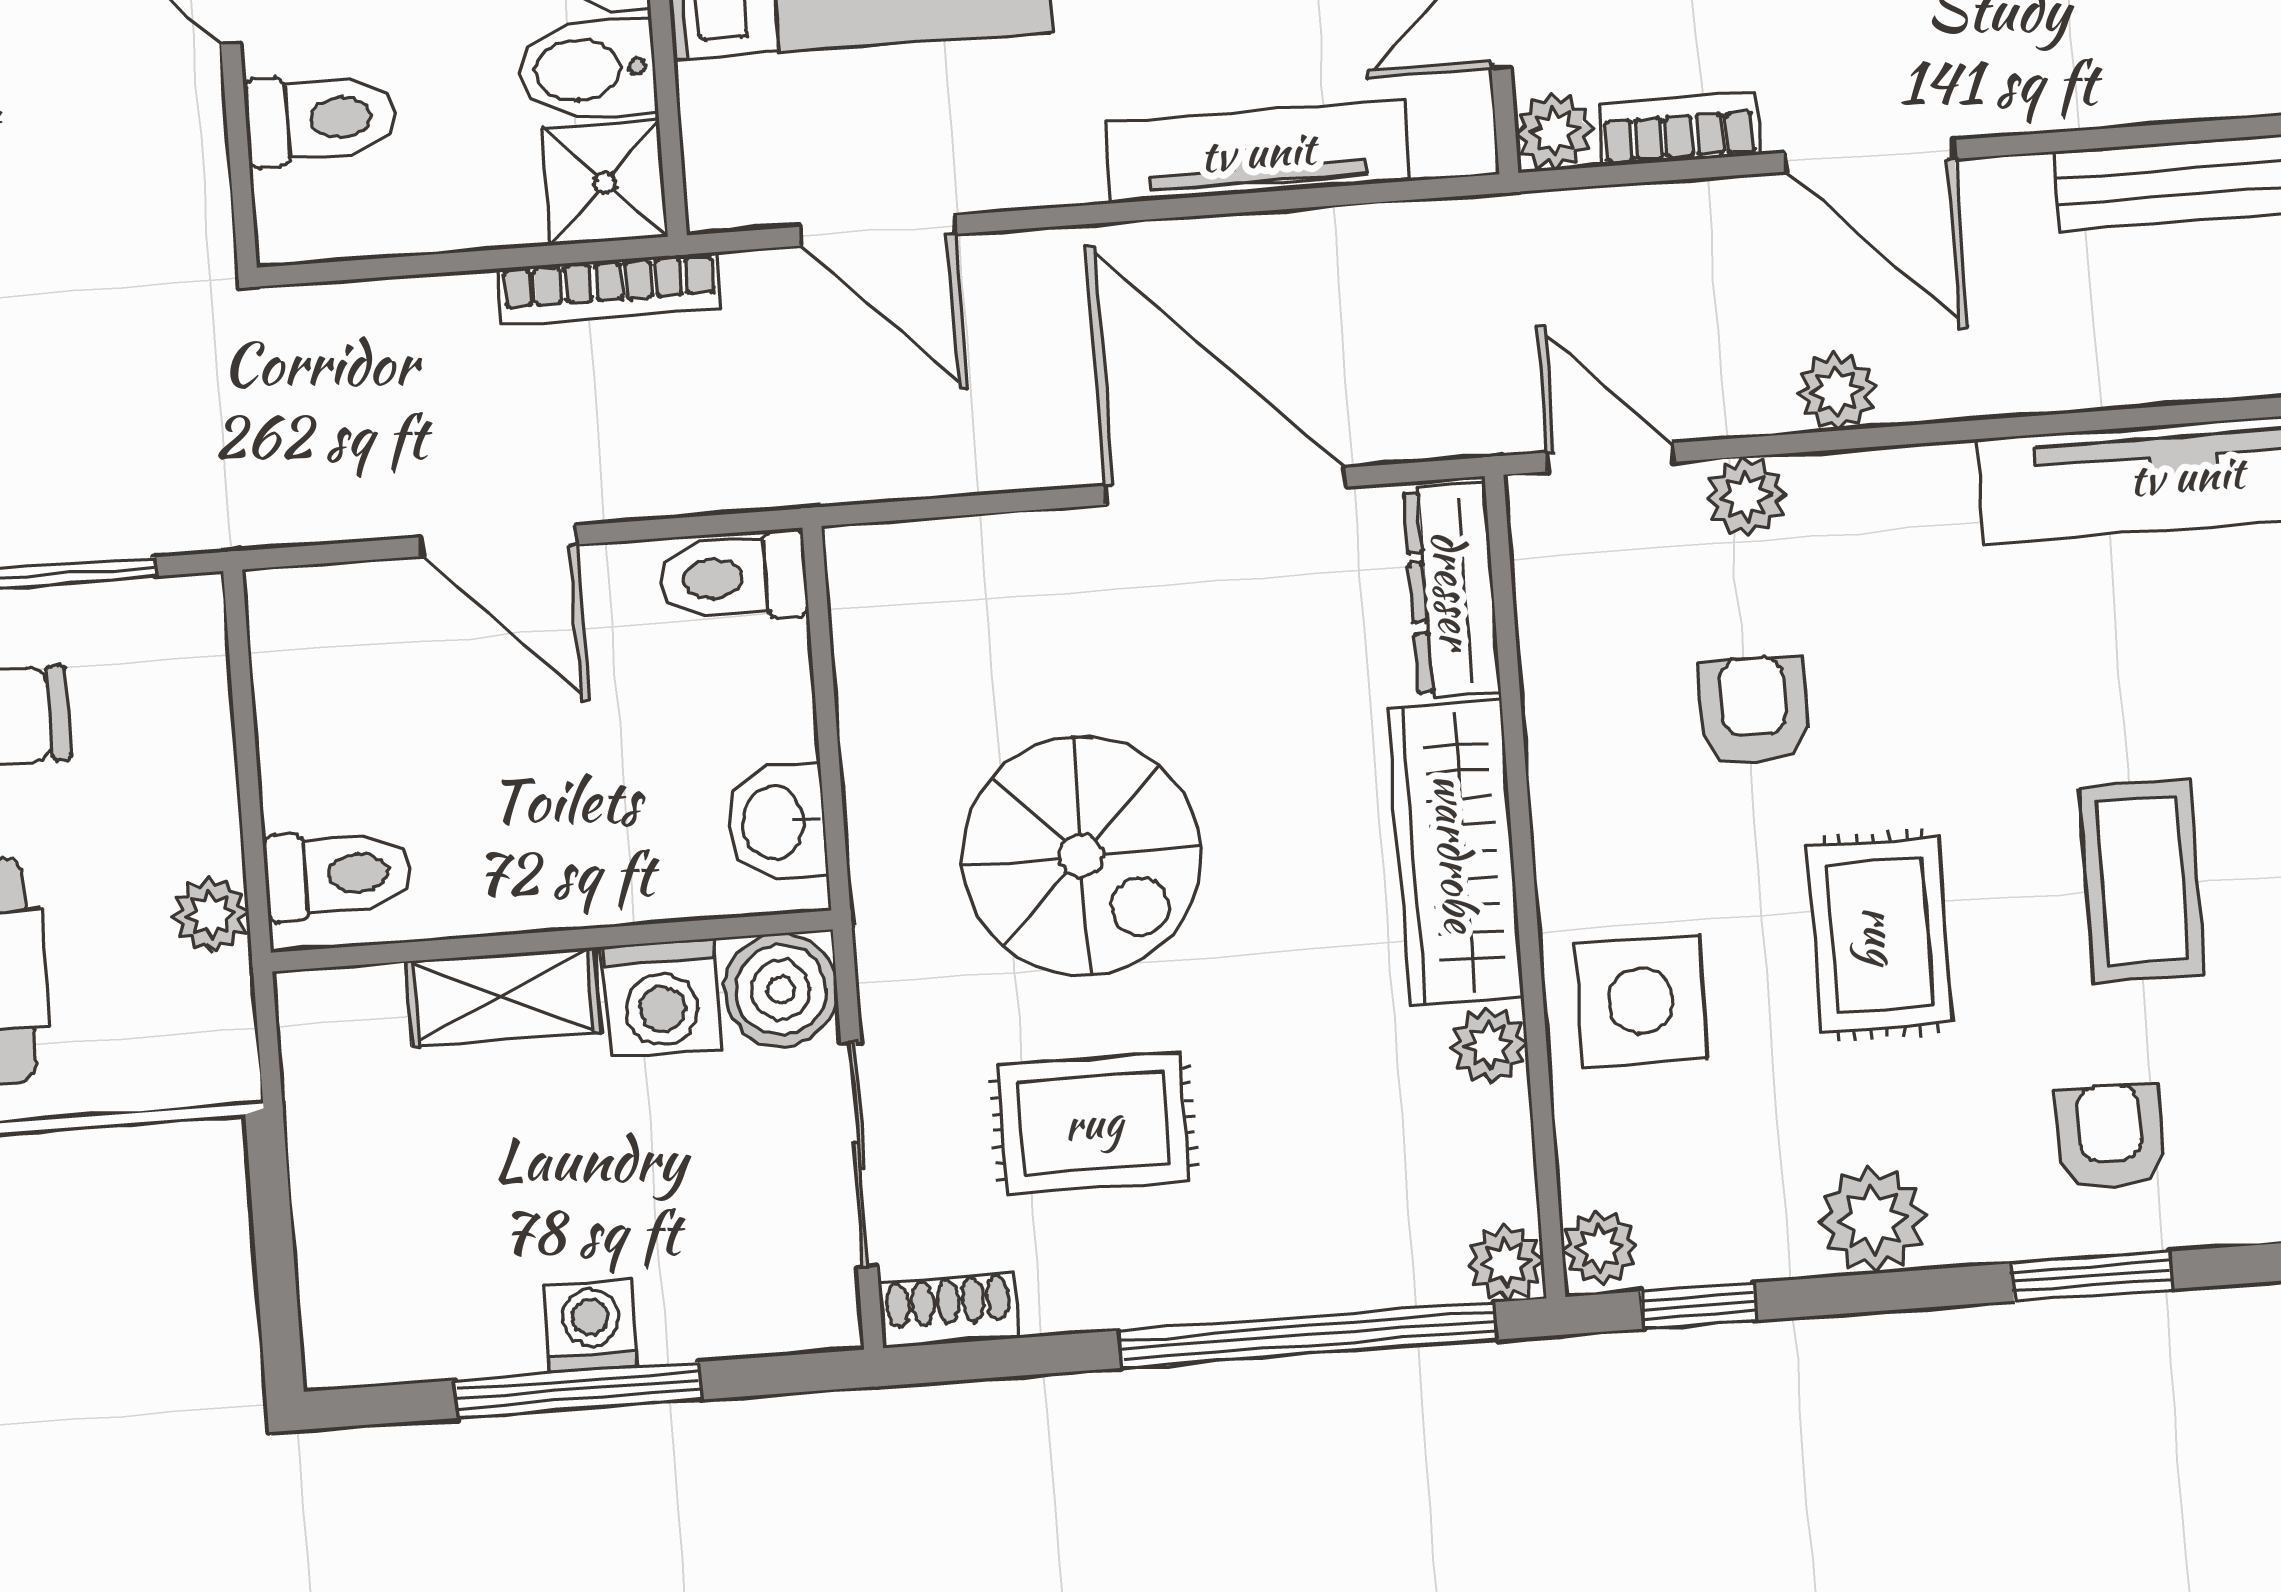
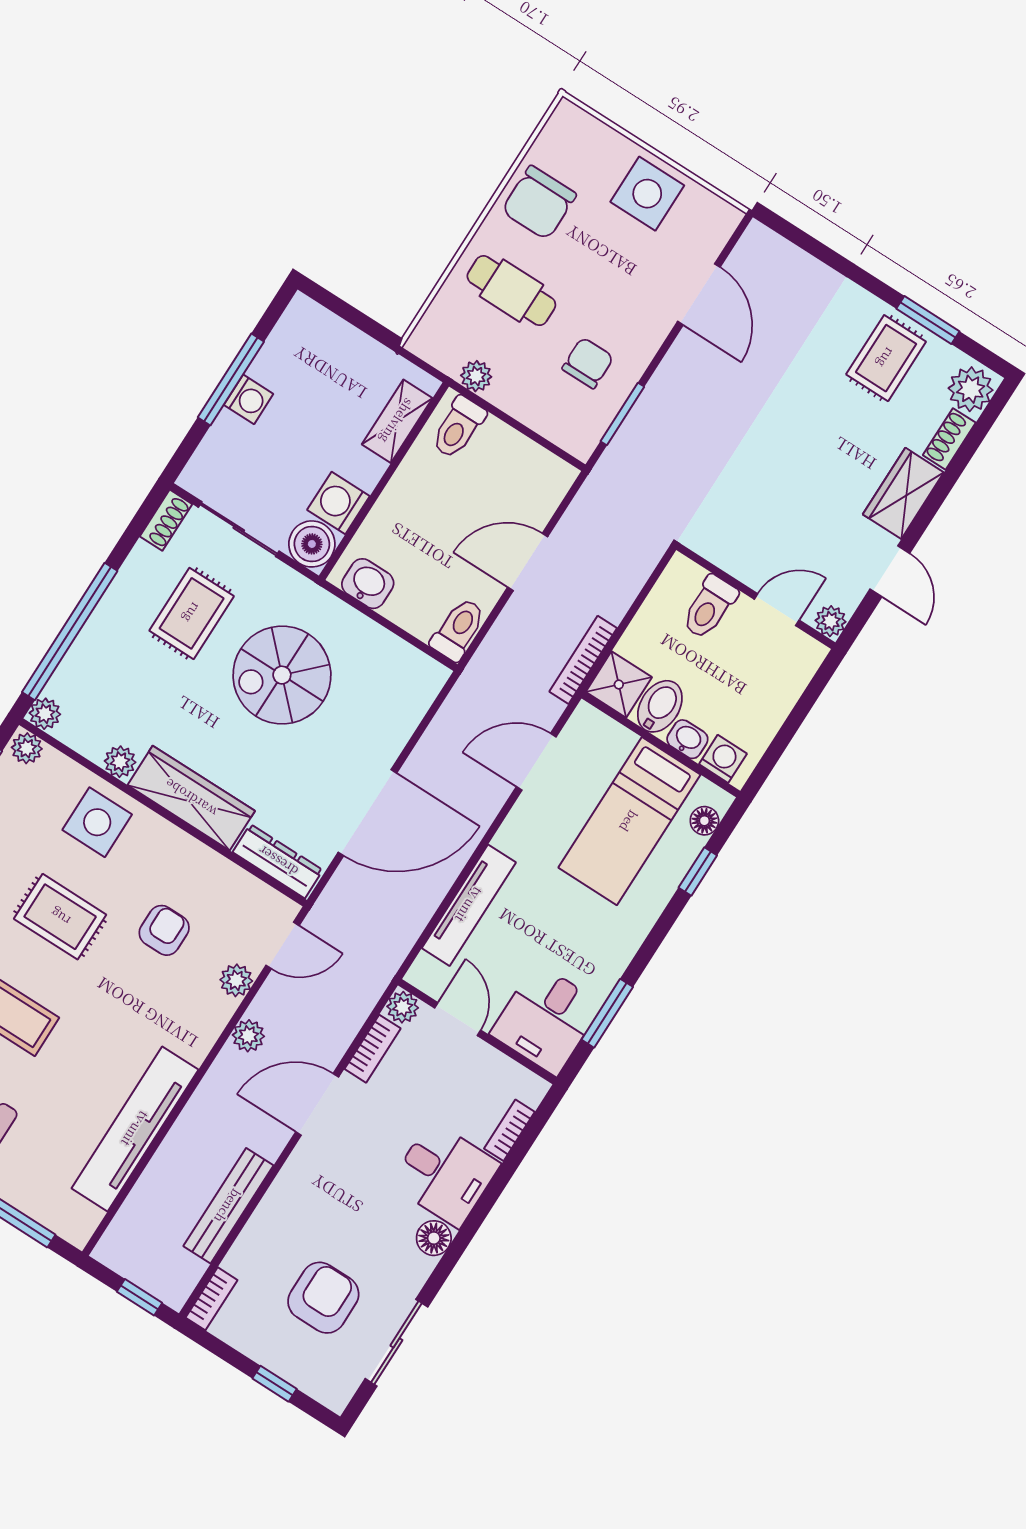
armchair: (1754, 711) -> (164, 930), turned -90
shelving: (503, 997) -> (397, 421), moved

